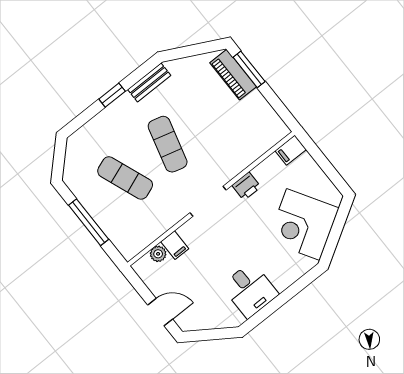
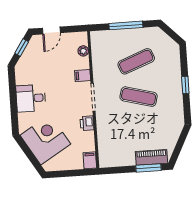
bench: (149, 82) -> (178, 110), removed
filing cabinet: (175, 245) -> (83, 76), moved
desk: (250, 290) -> (31, 98), moved
window: (207, 335) -> (22, 47), added

